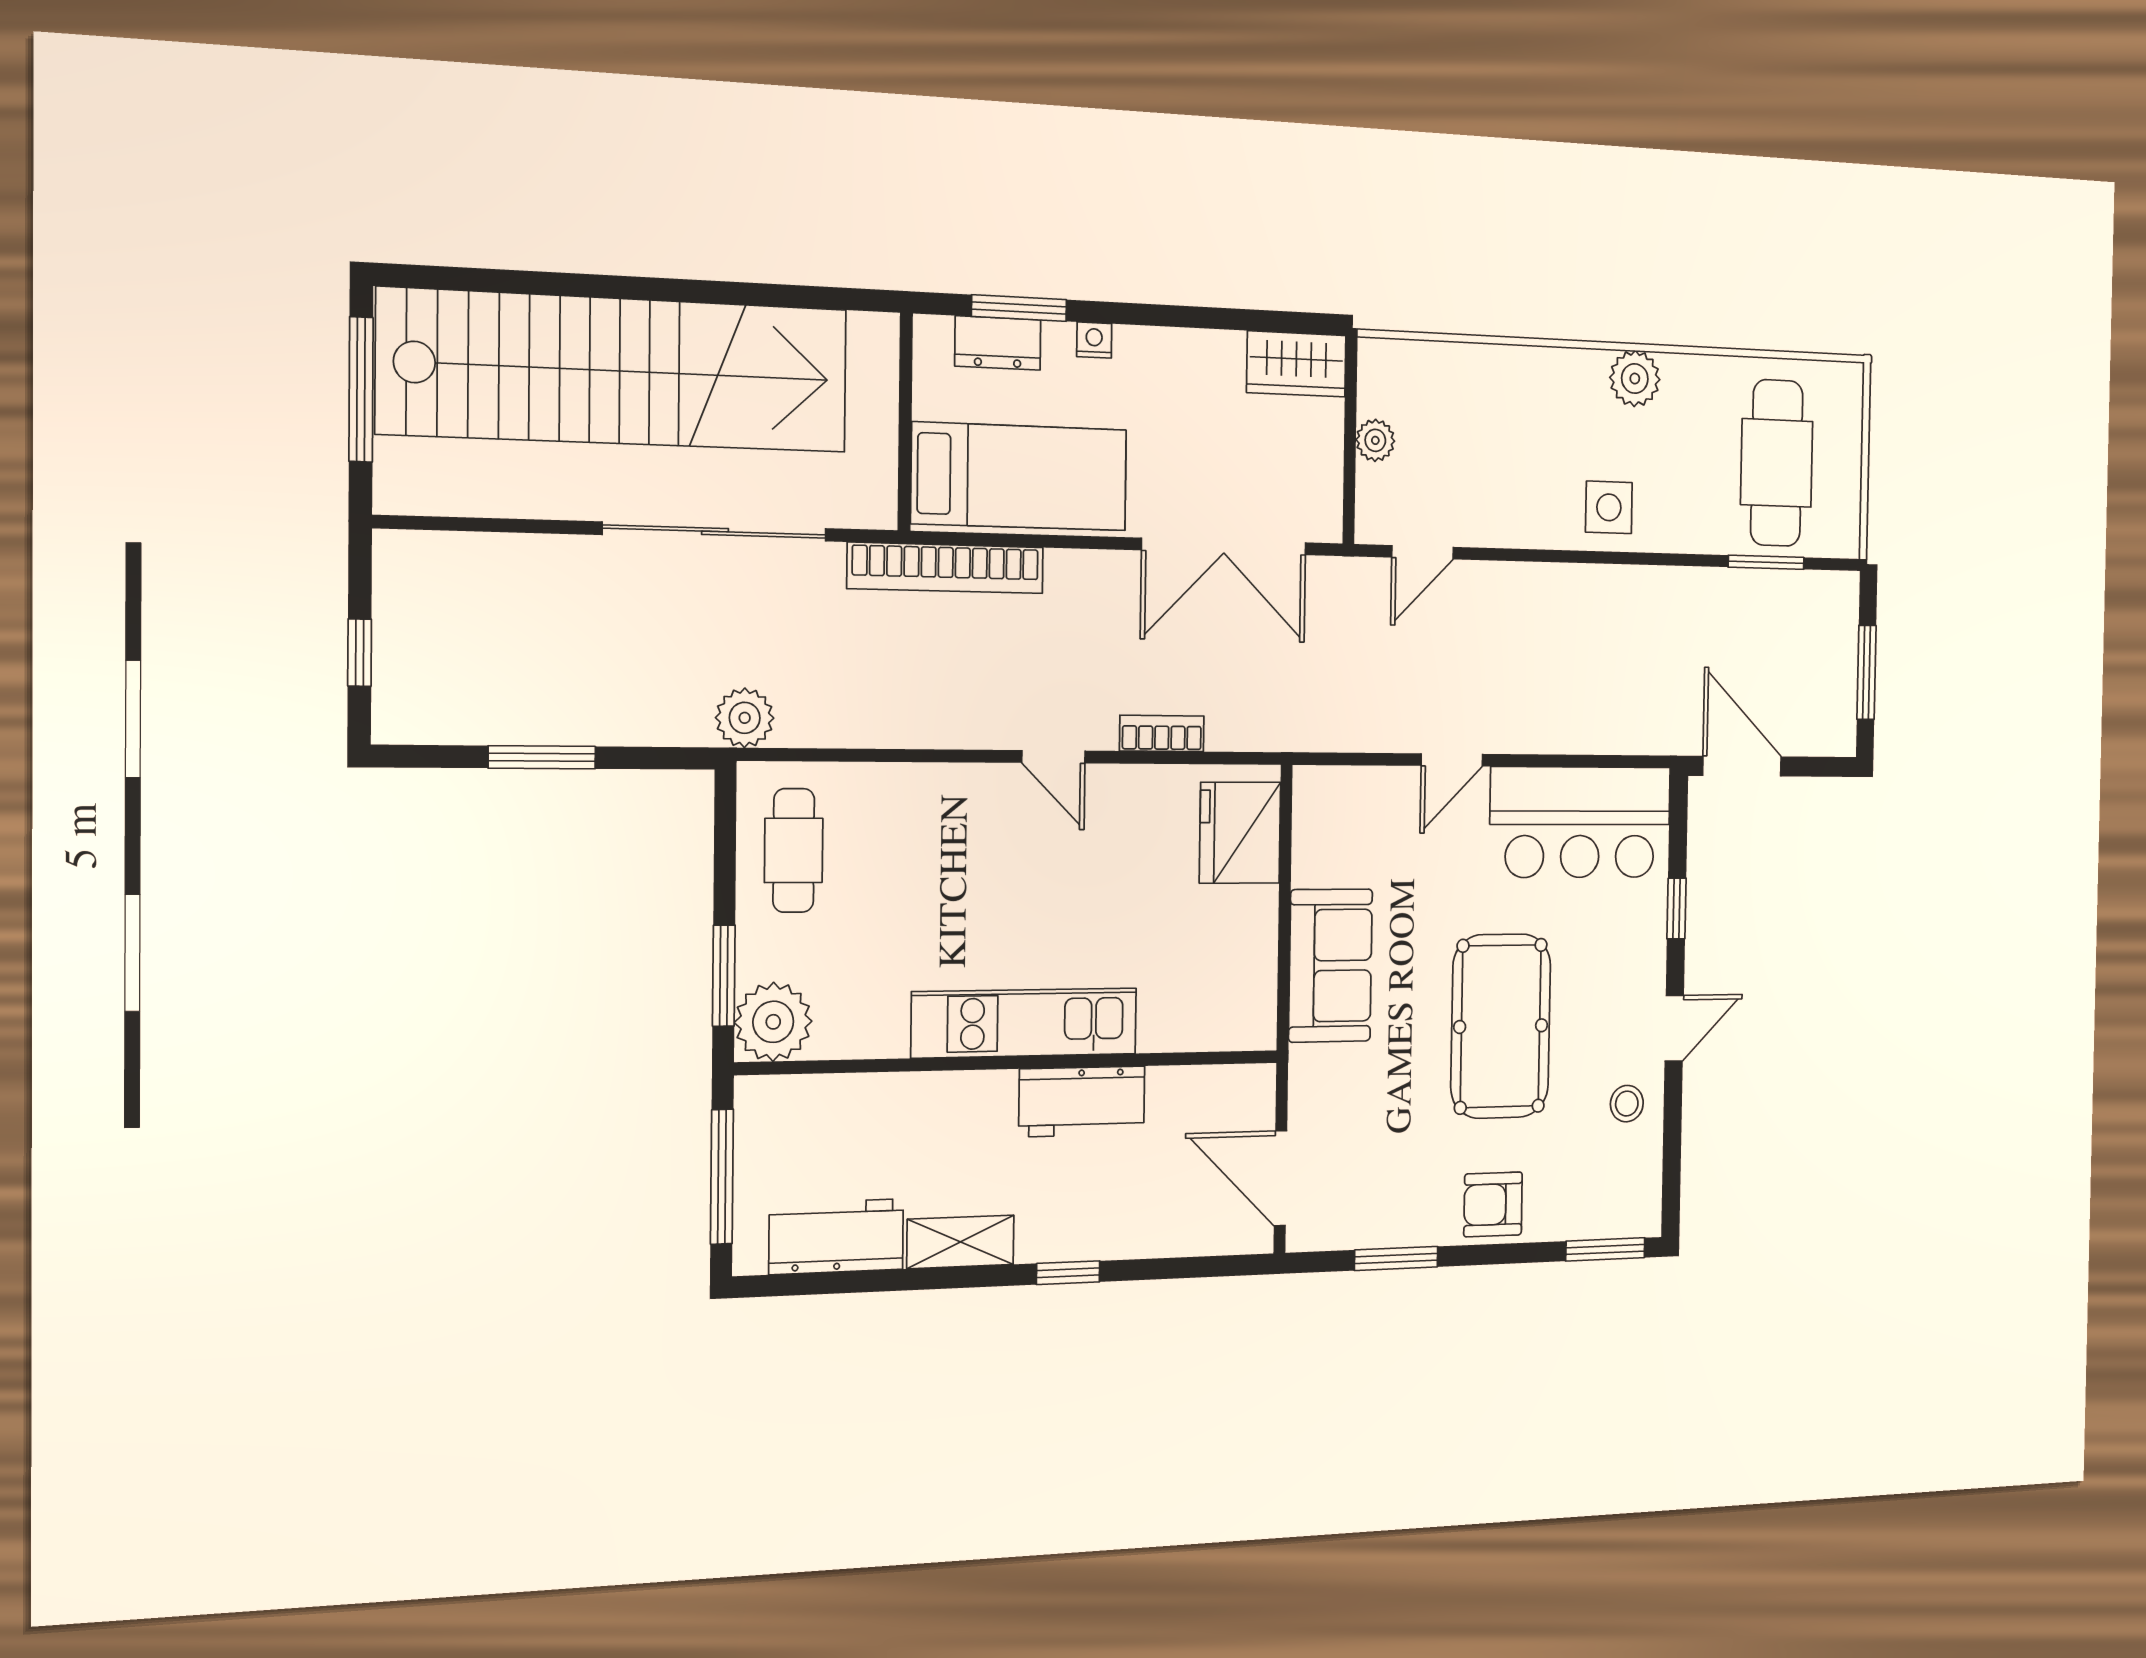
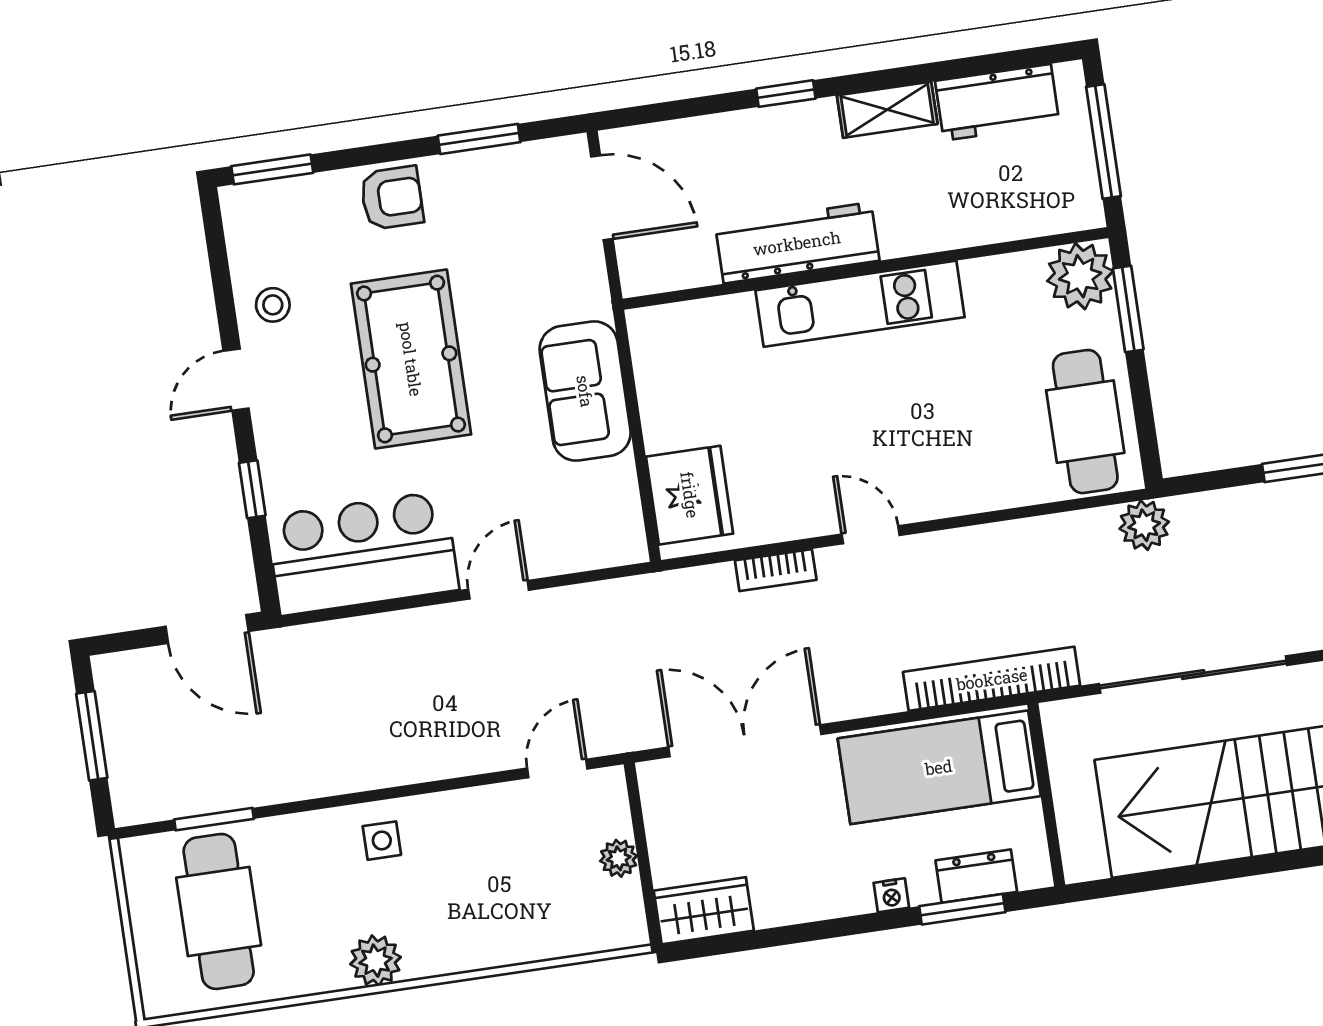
side table: (1609, 507) -> (382, 841), width x0.73, depth x0.73
cafe table: (794, 850) -> (1085, 422), width x1.37, depth x1.35
workbench: (1082, 1101) -> (797, 243), width x1.38

